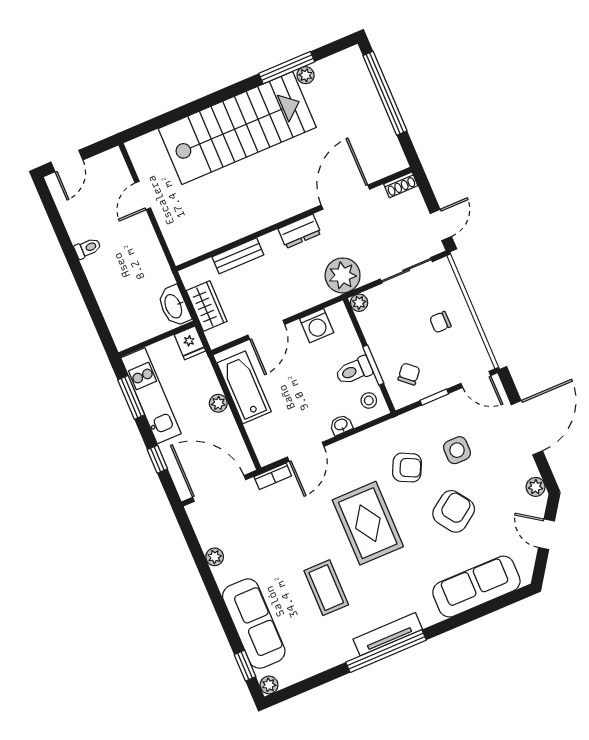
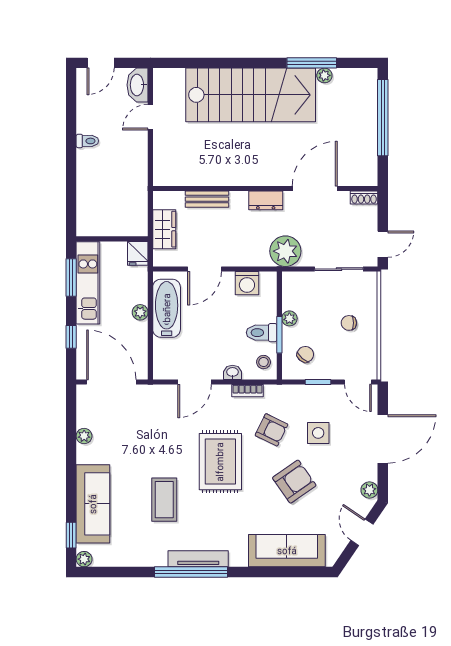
plant: (359, 303) -> (289, 318), moved
washbasin: (174, 306) -> (138, 85), moved
bookcase: (273, 476) -> (248, 391), moved

